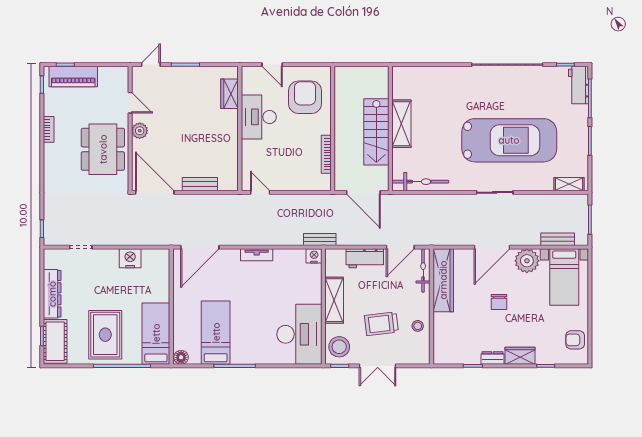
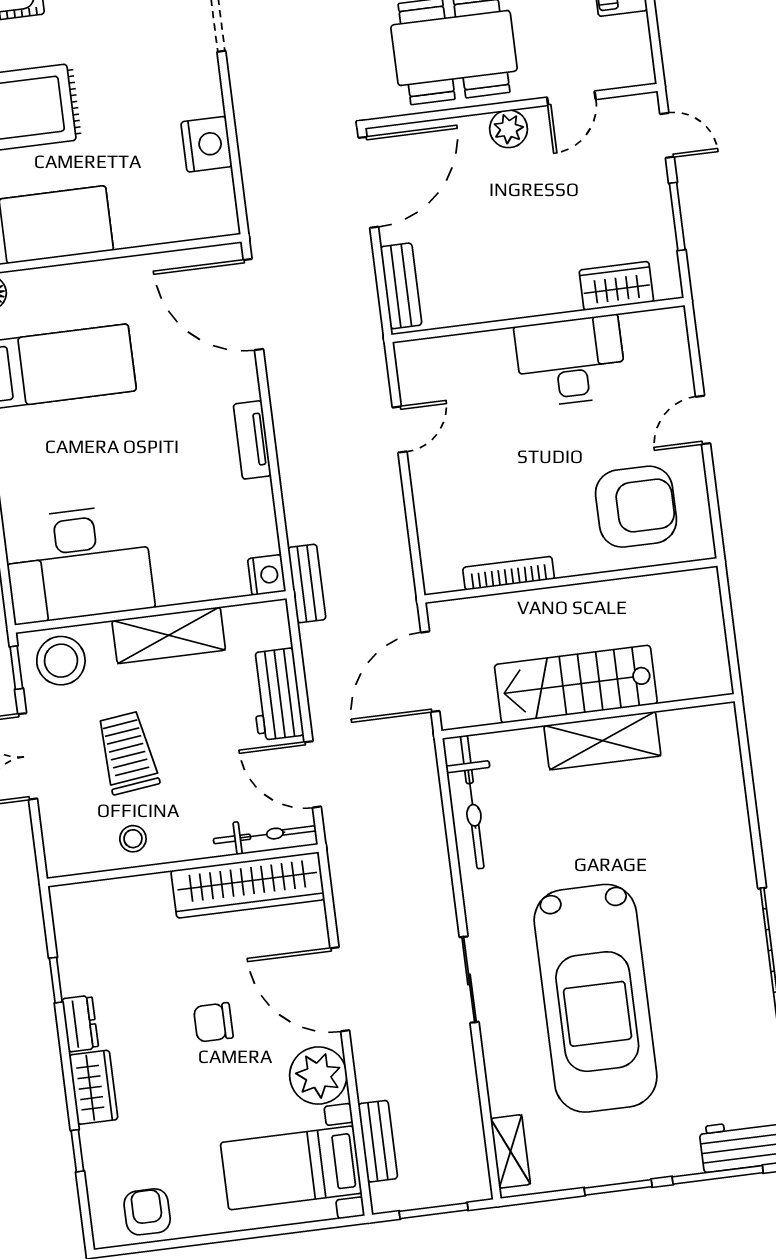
wardrobe: (230, 94) -> (616, 286), moved
desk: (259, 117) -> (571, 361), moved
wall: (240, 128) -> (538, 320), moved

